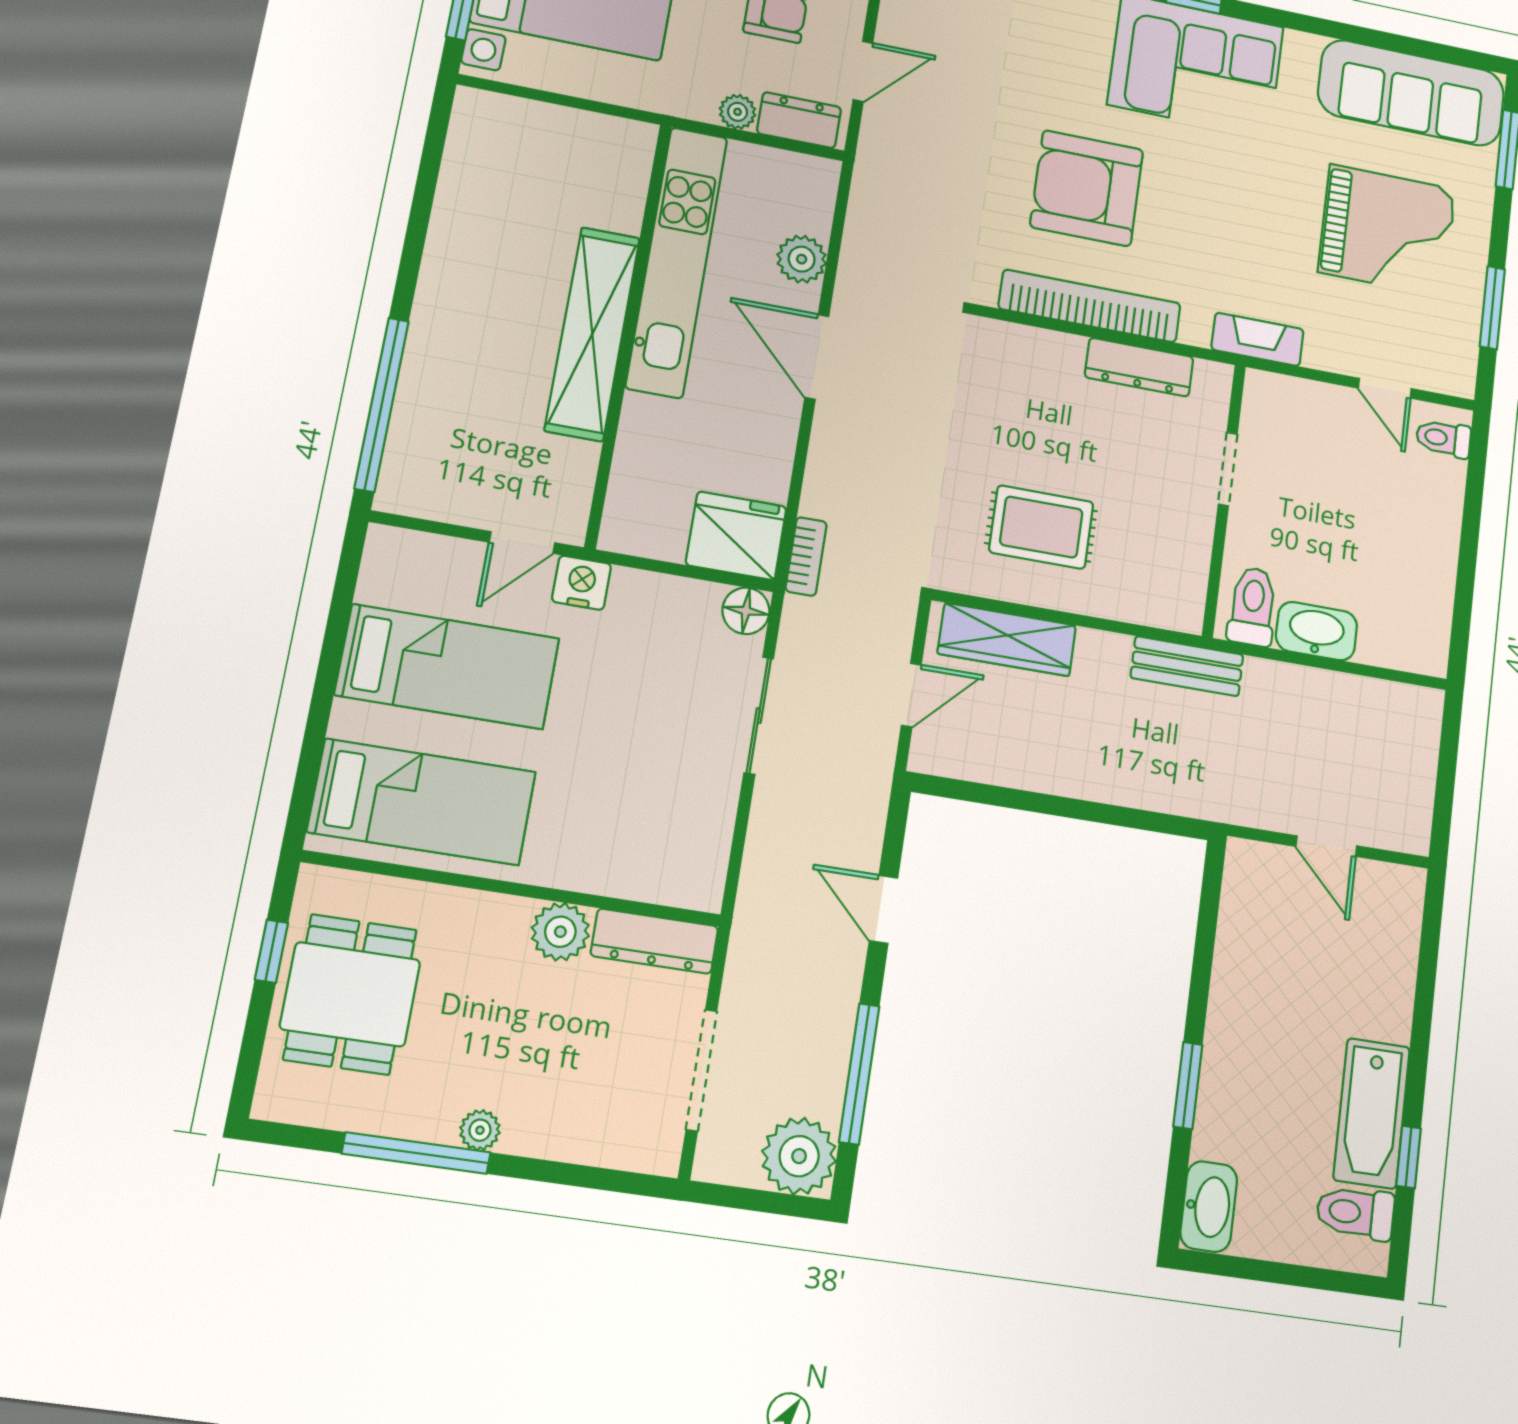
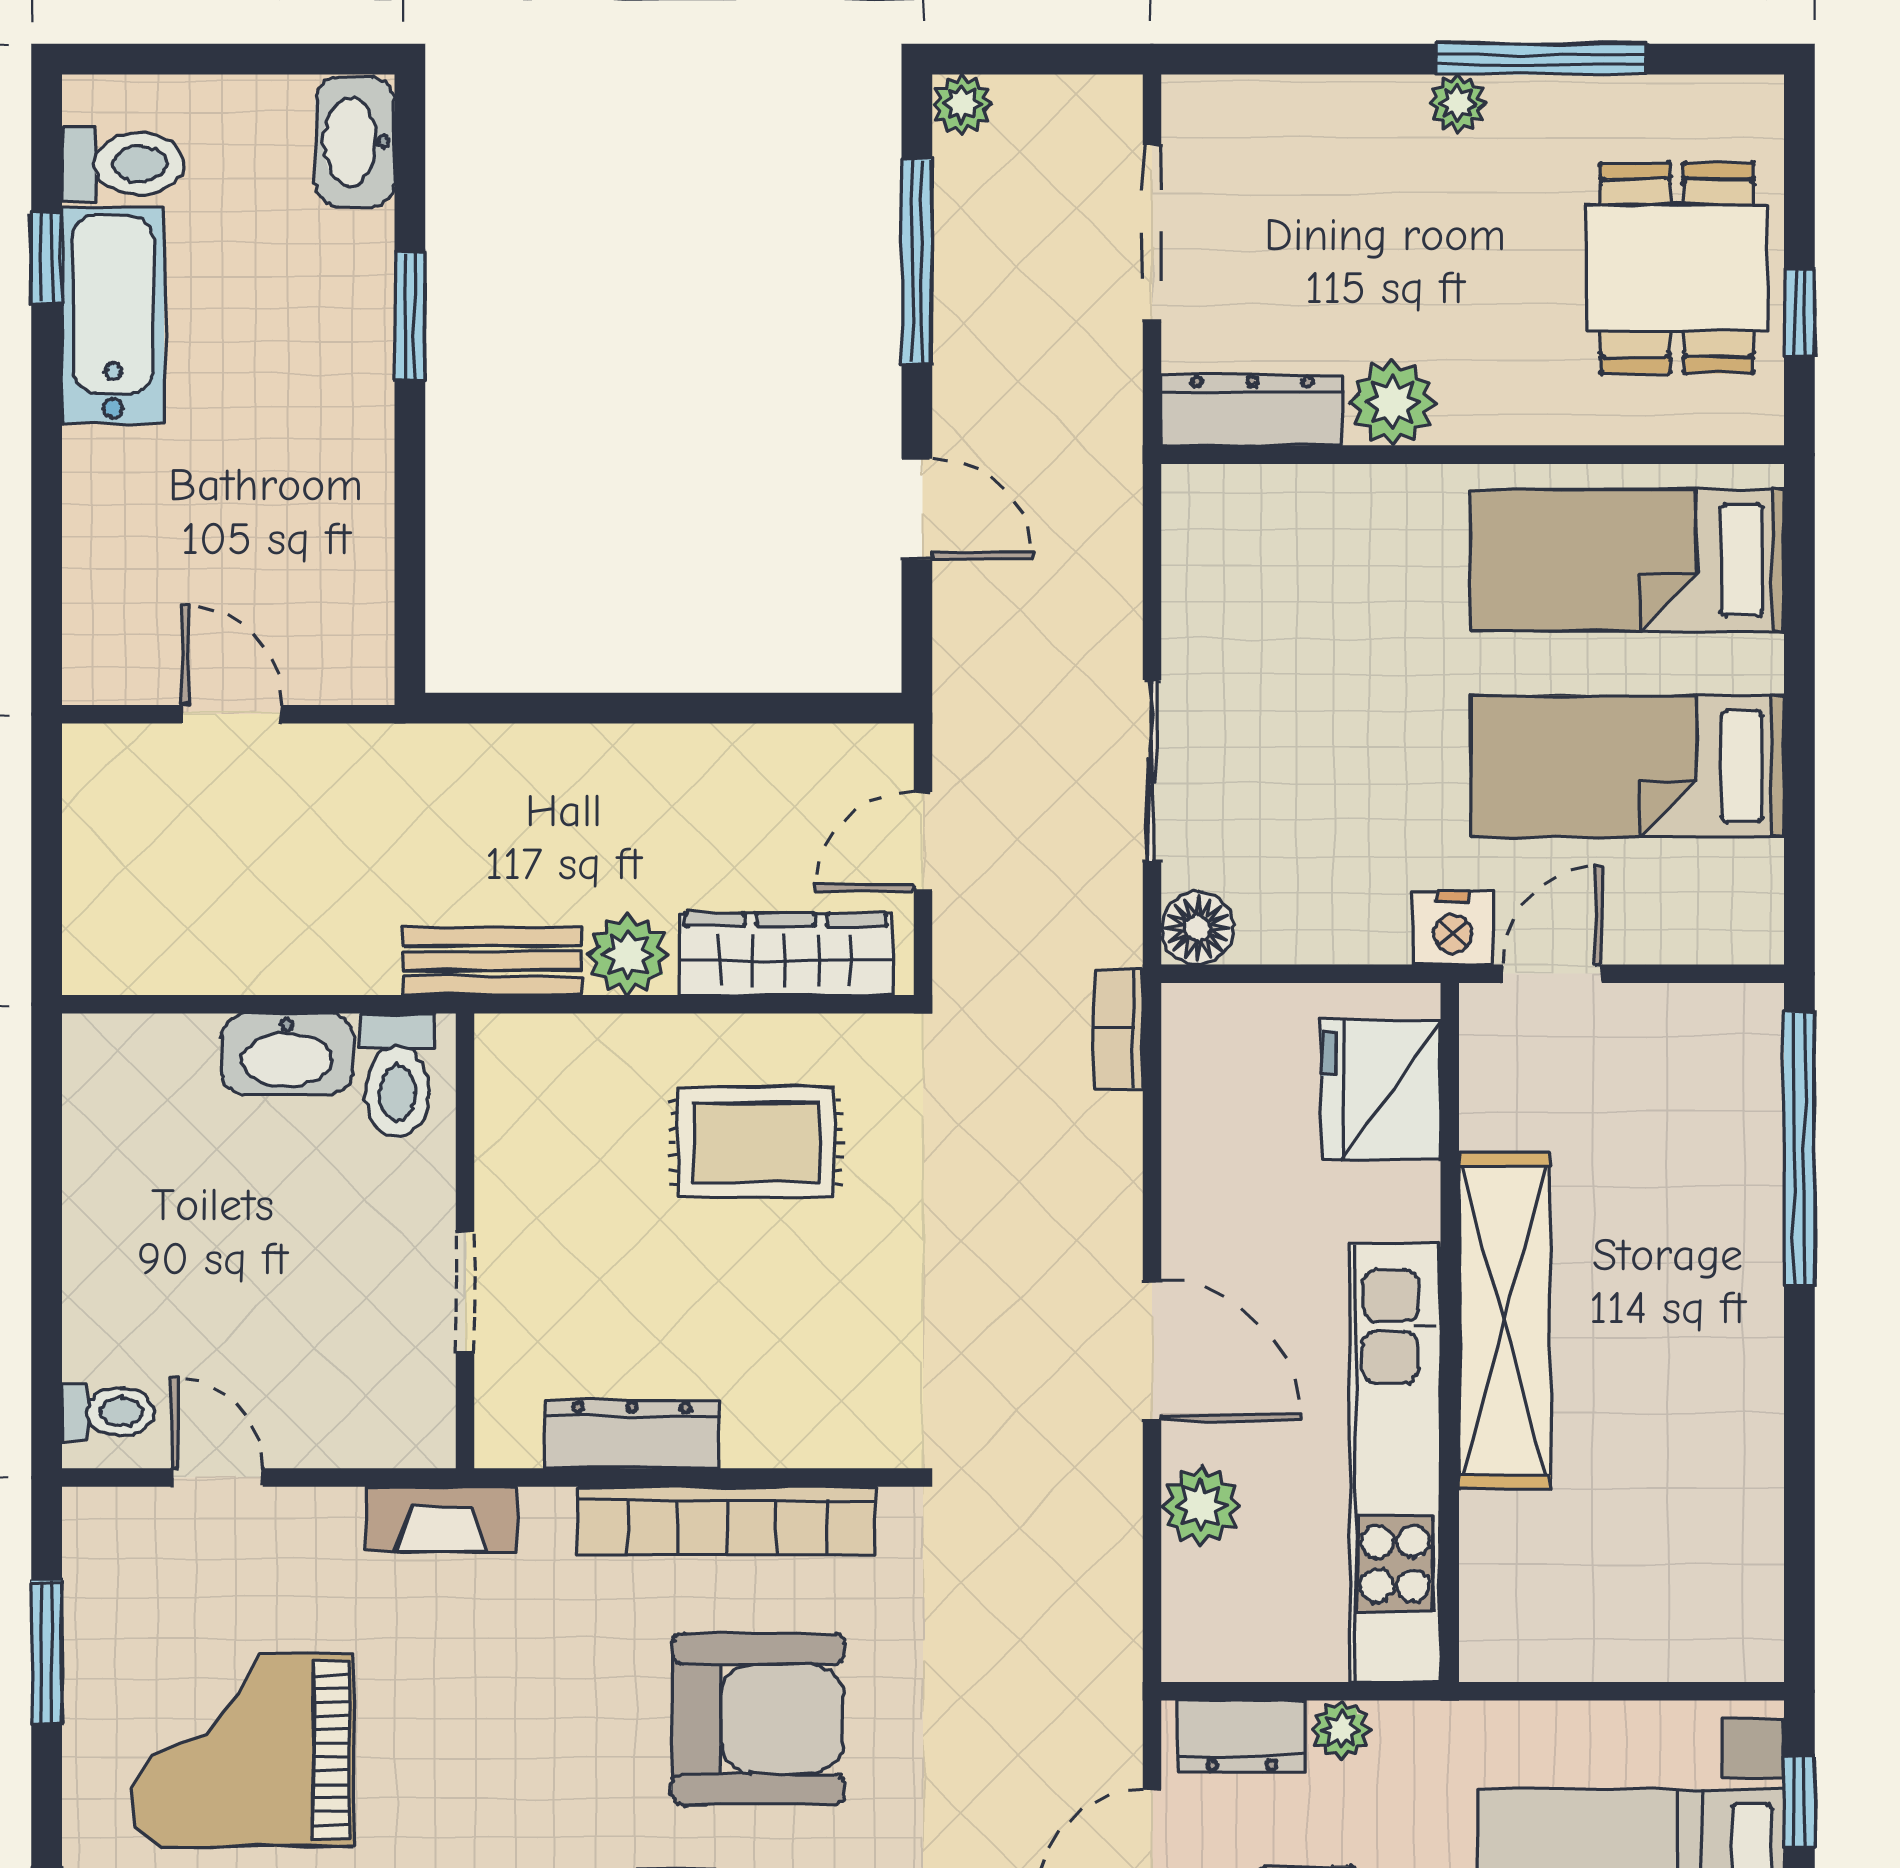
fridge: (736, 536) -> (1381, 1090), moved, turned 90
plant: (1104, 656) -> (628, 955), added
plant: (799, 1156) -> (962, 104), width x0.53, depth x0.53

